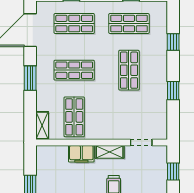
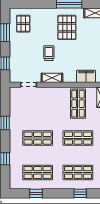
shop shelf: (129, 70) -> (38, 138), turned 90
filing cabinet: (81, 154) -> (86, 76), moved

